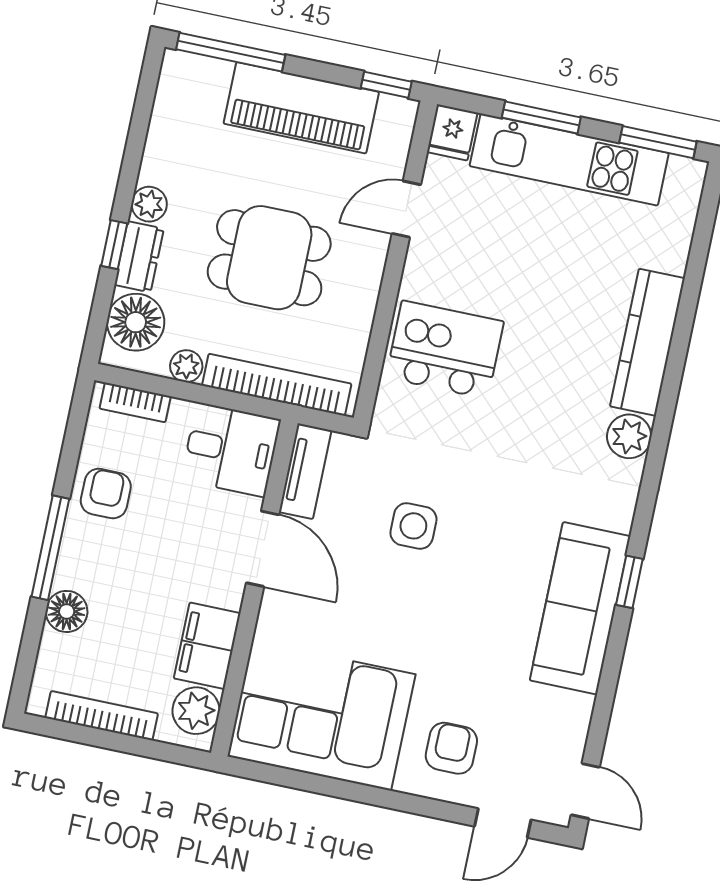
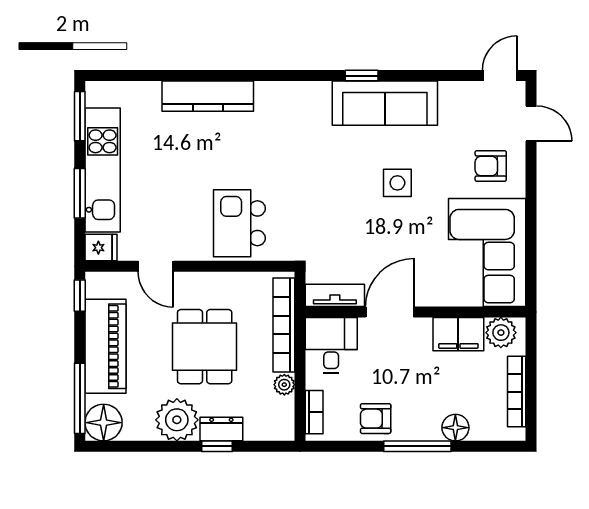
plant: (149, 204) -> (177, 420), width x1.88, depth x1.88
floor lamp: (136, 322) -> (104, 423), moved
plant: (629, 436) -> (270, 95), removed
side table: (413, 526) -> (397, 183), moved

